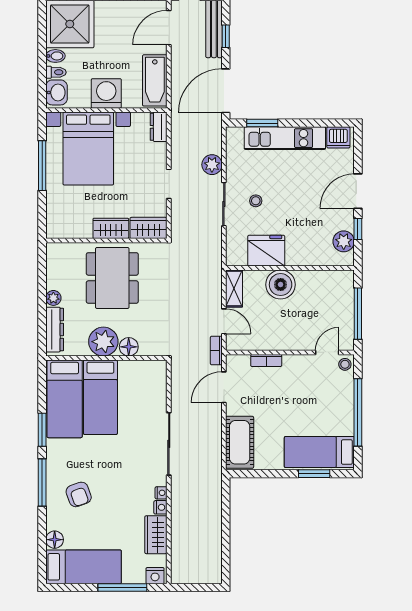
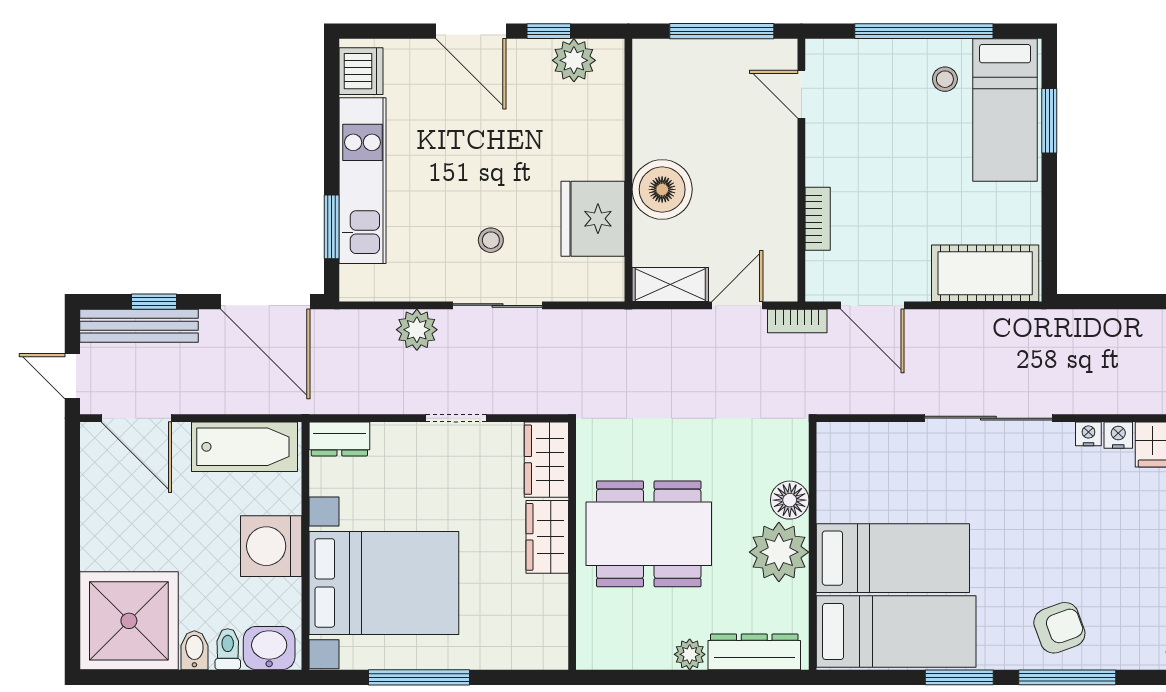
stool: (345, 364) -> (945, 79), moved
armchair: (79, 494) -> (1059, 628), moved

